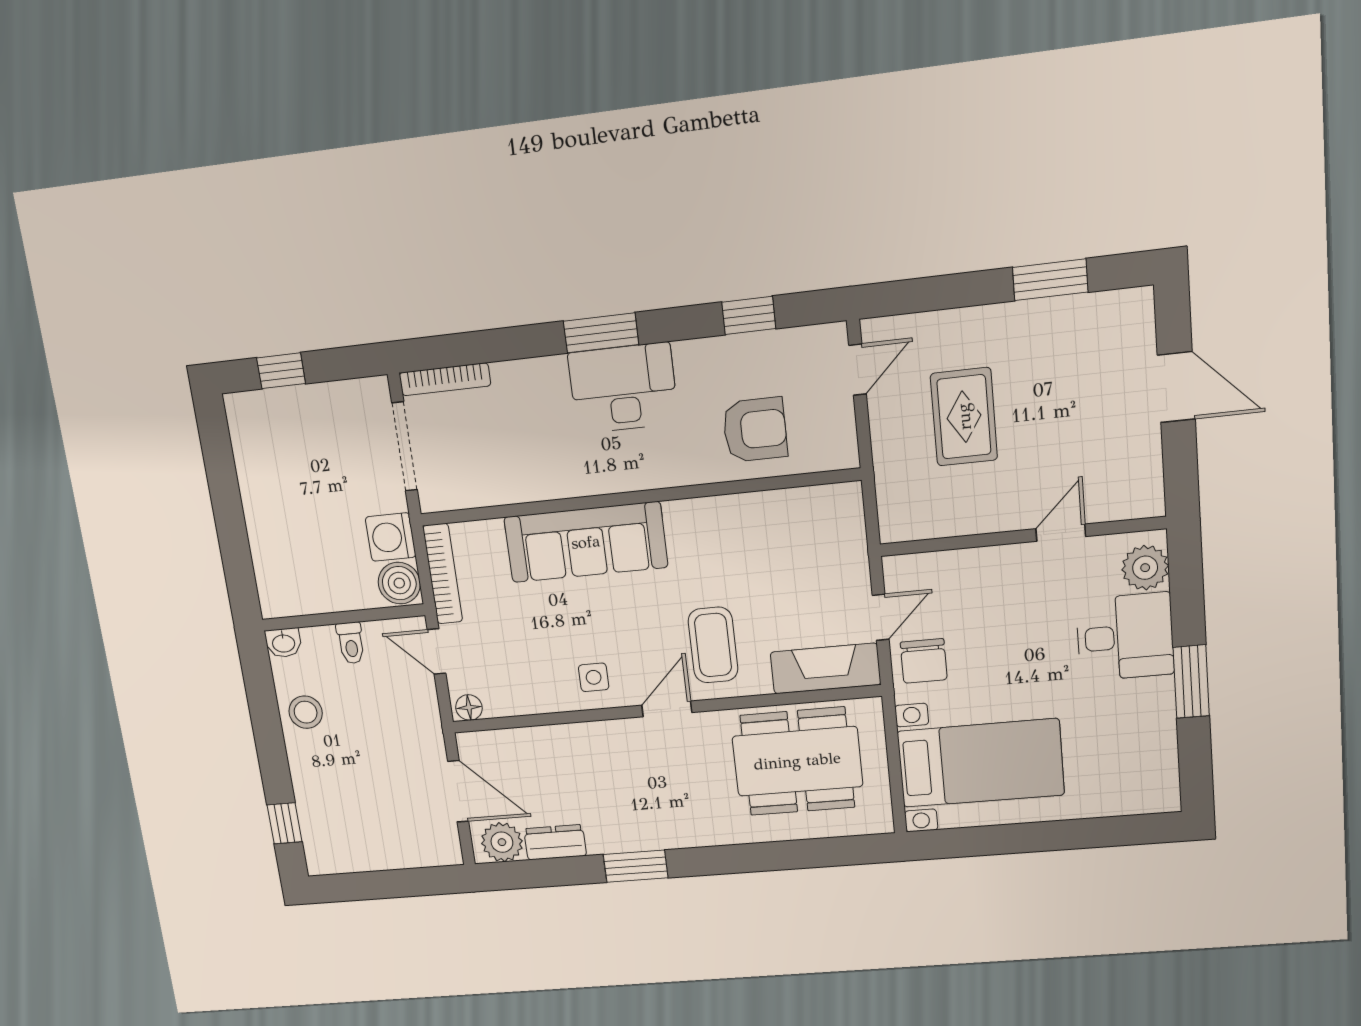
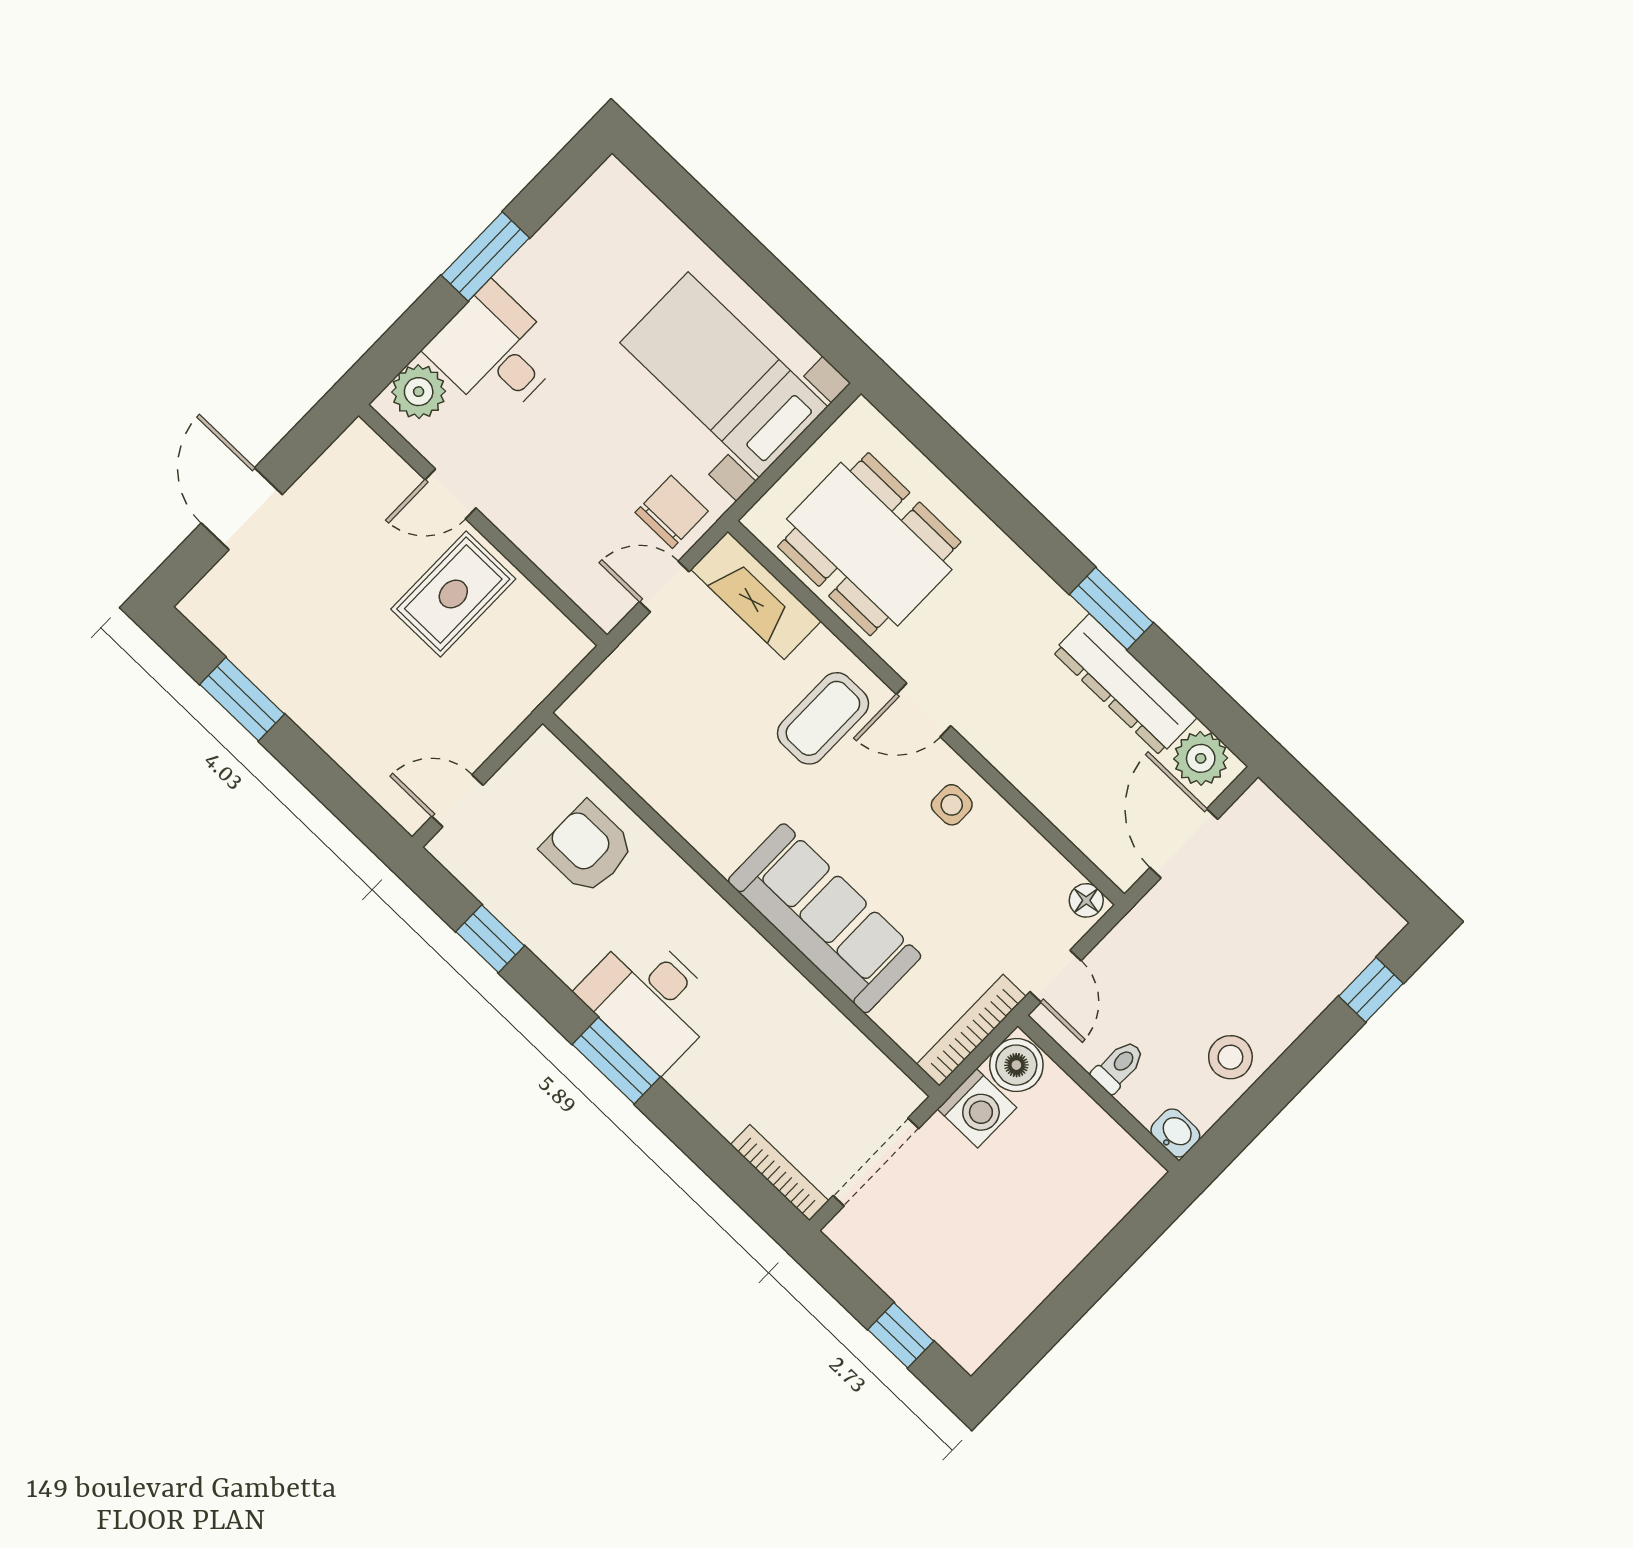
rug: (964, 417) -> (453, 594), moved
dresser: (555, 842) -> (1125, 685), width x1.96, depth x1.24

